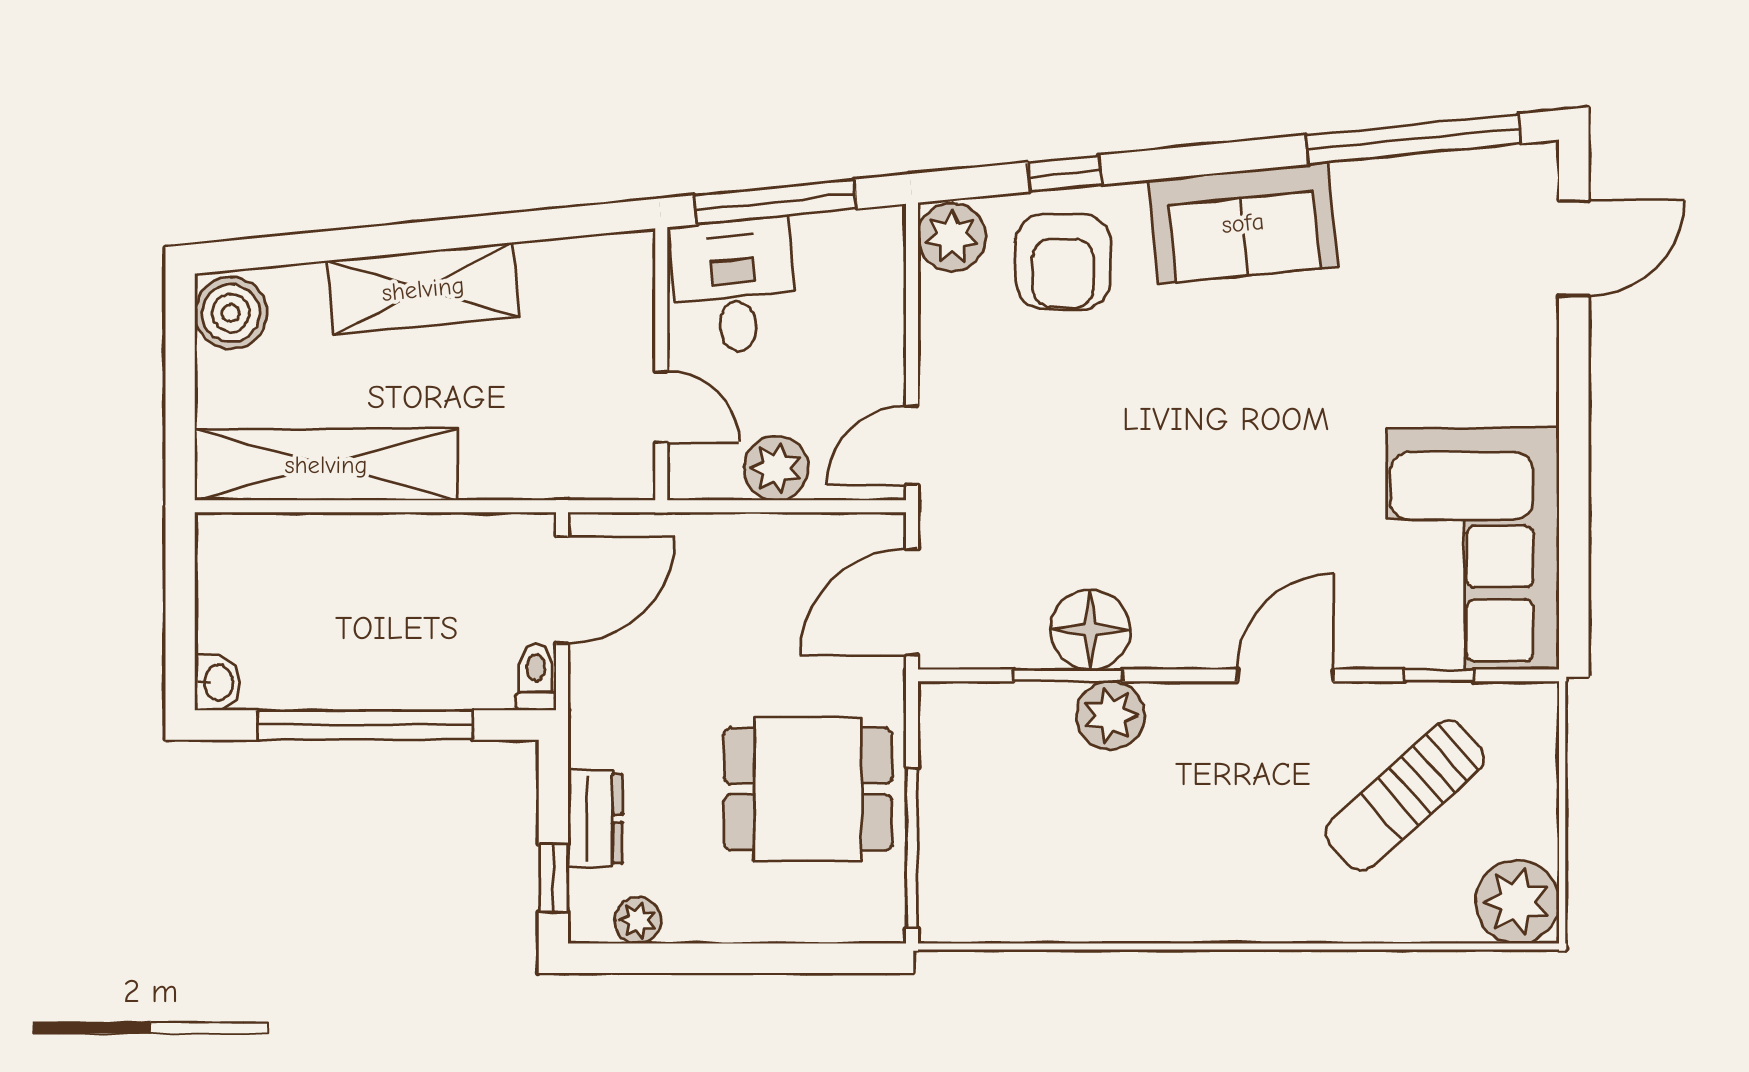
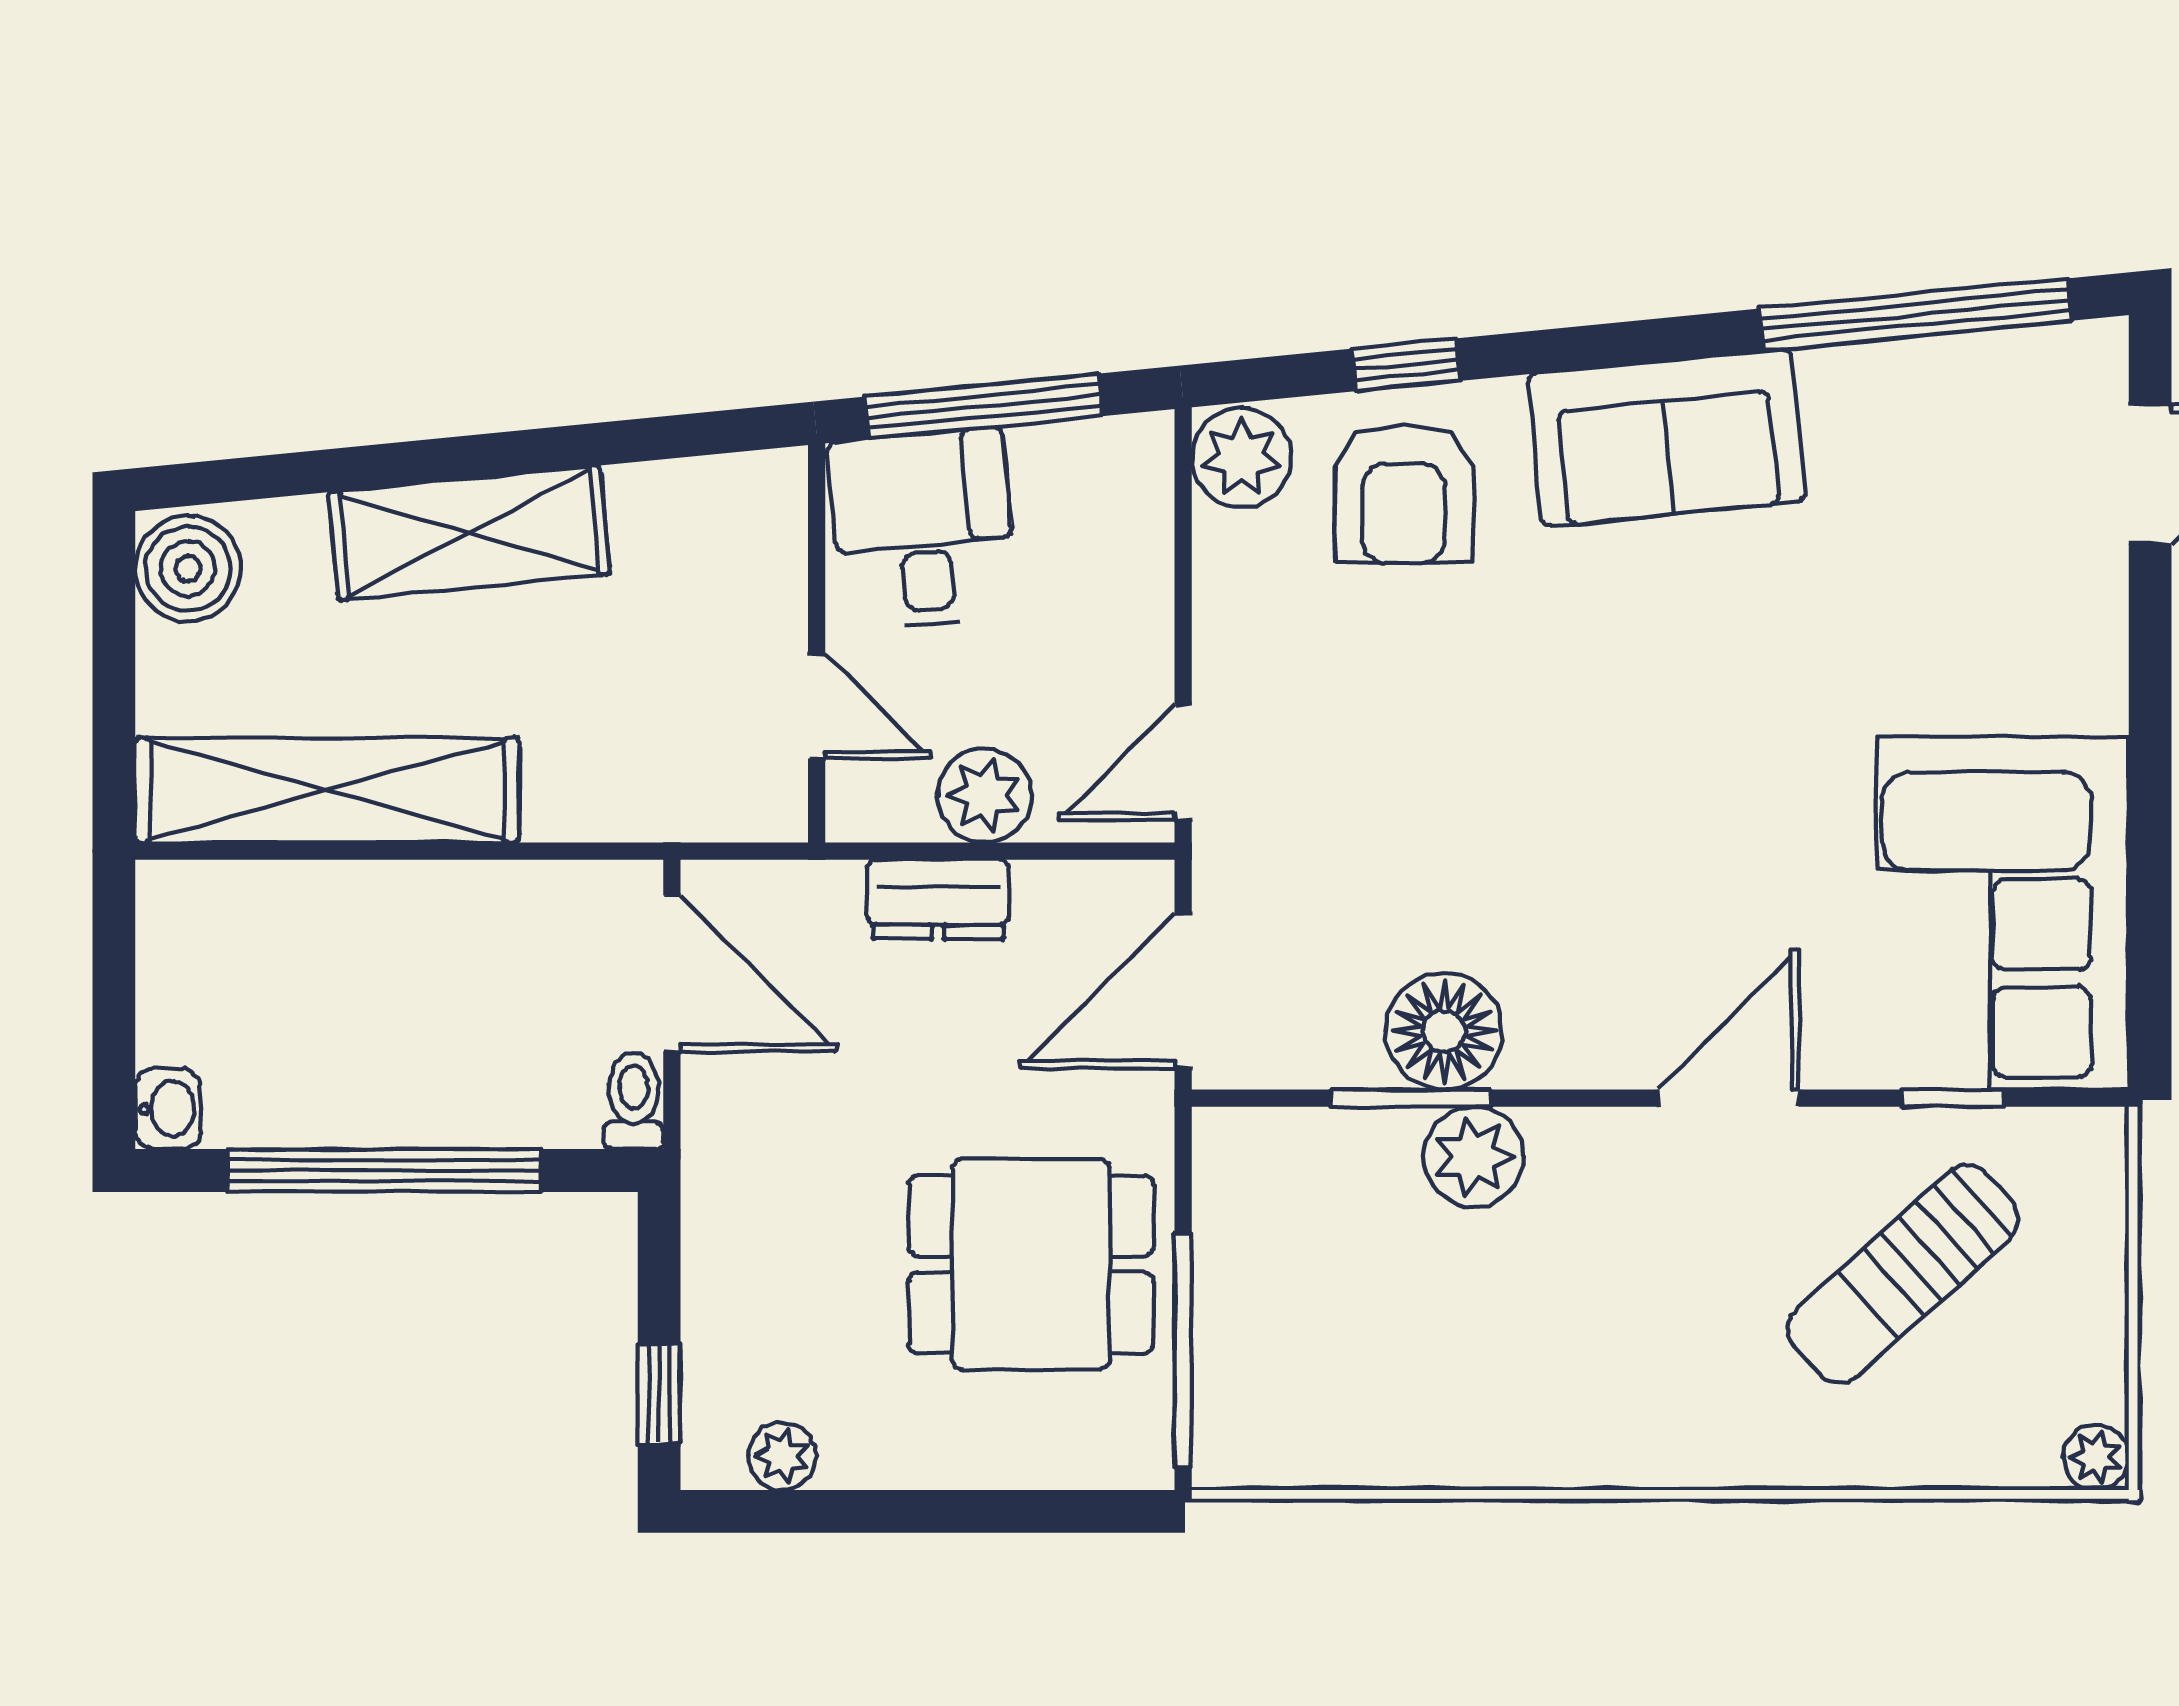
door: (562, 590) -> (672, 974), hinge flipped
dresser: (595, 819) -> (938, 899), moved, turned 90
plant: (1517, 902) -> (2096, 1457), width x0.53, depth x0.53

